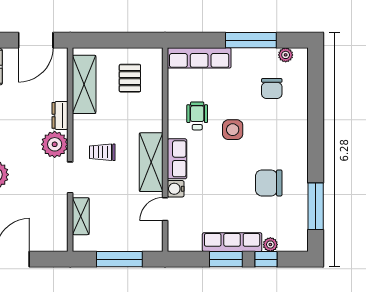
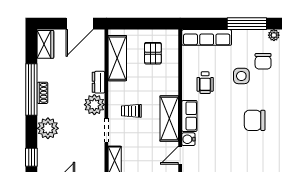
wheelchair: (197, 116) -> (205, 83), turned 180
side table: (233, 130) -> (241, 76), moved
chair: (269, 183) -> (255, 120), moved

